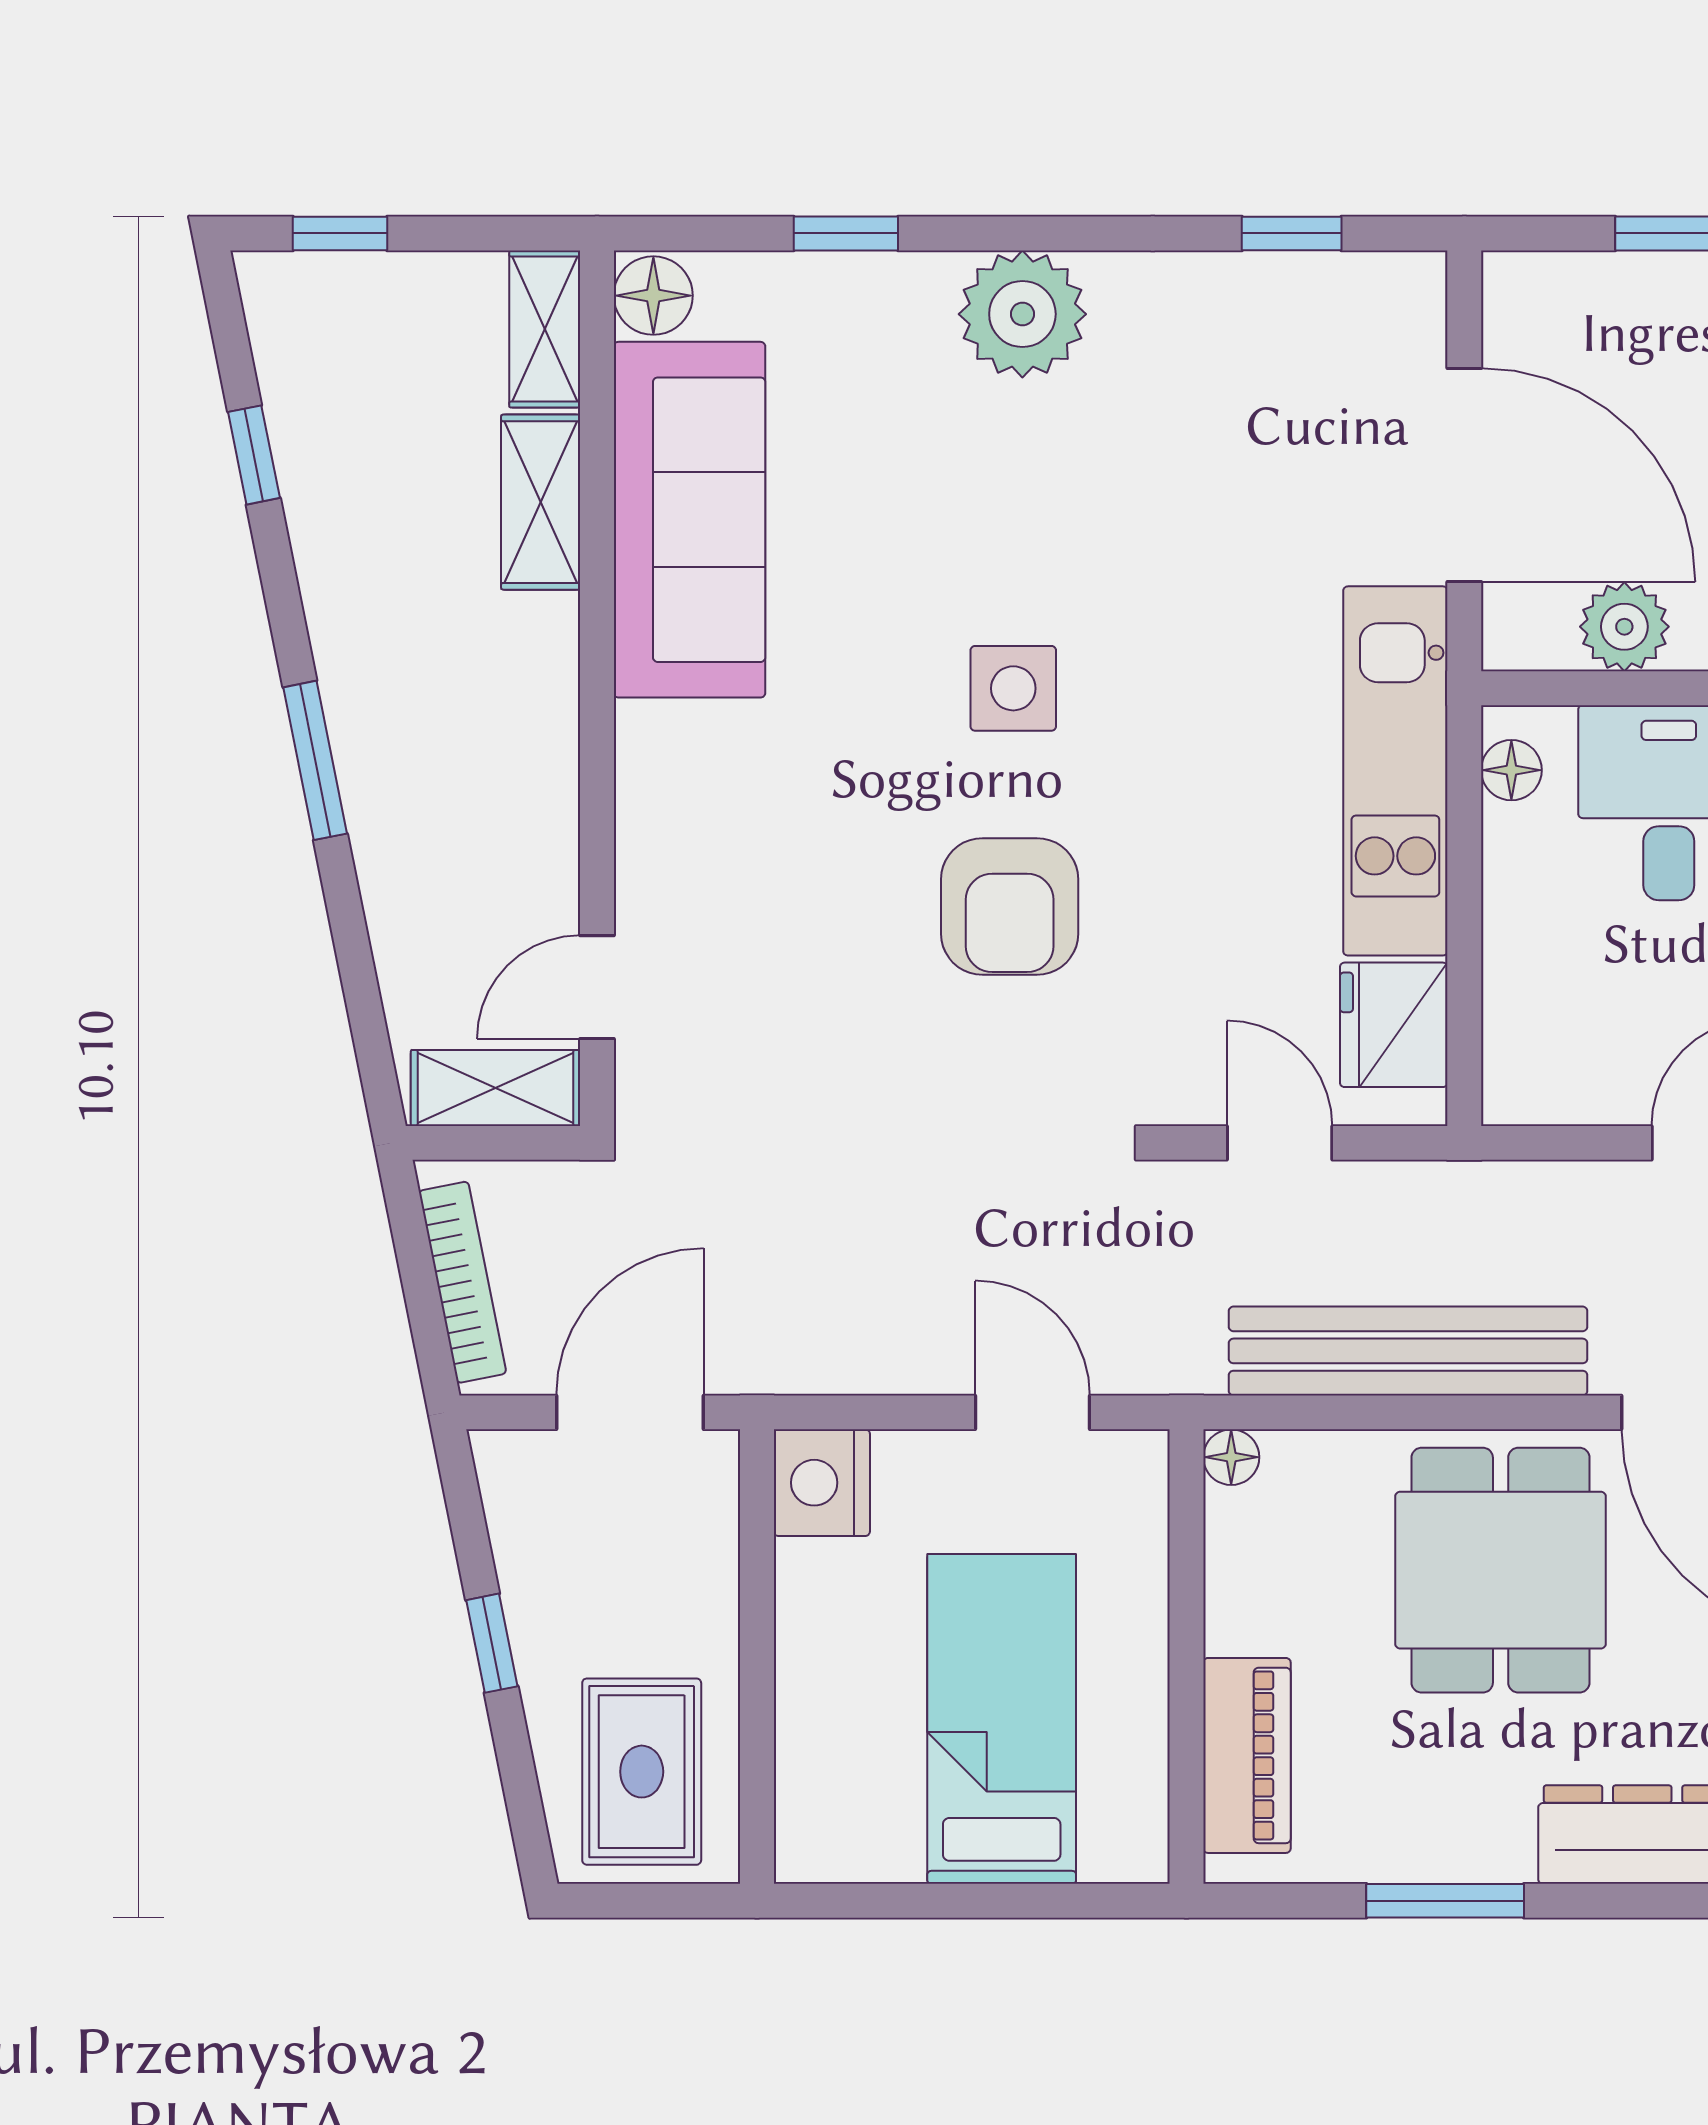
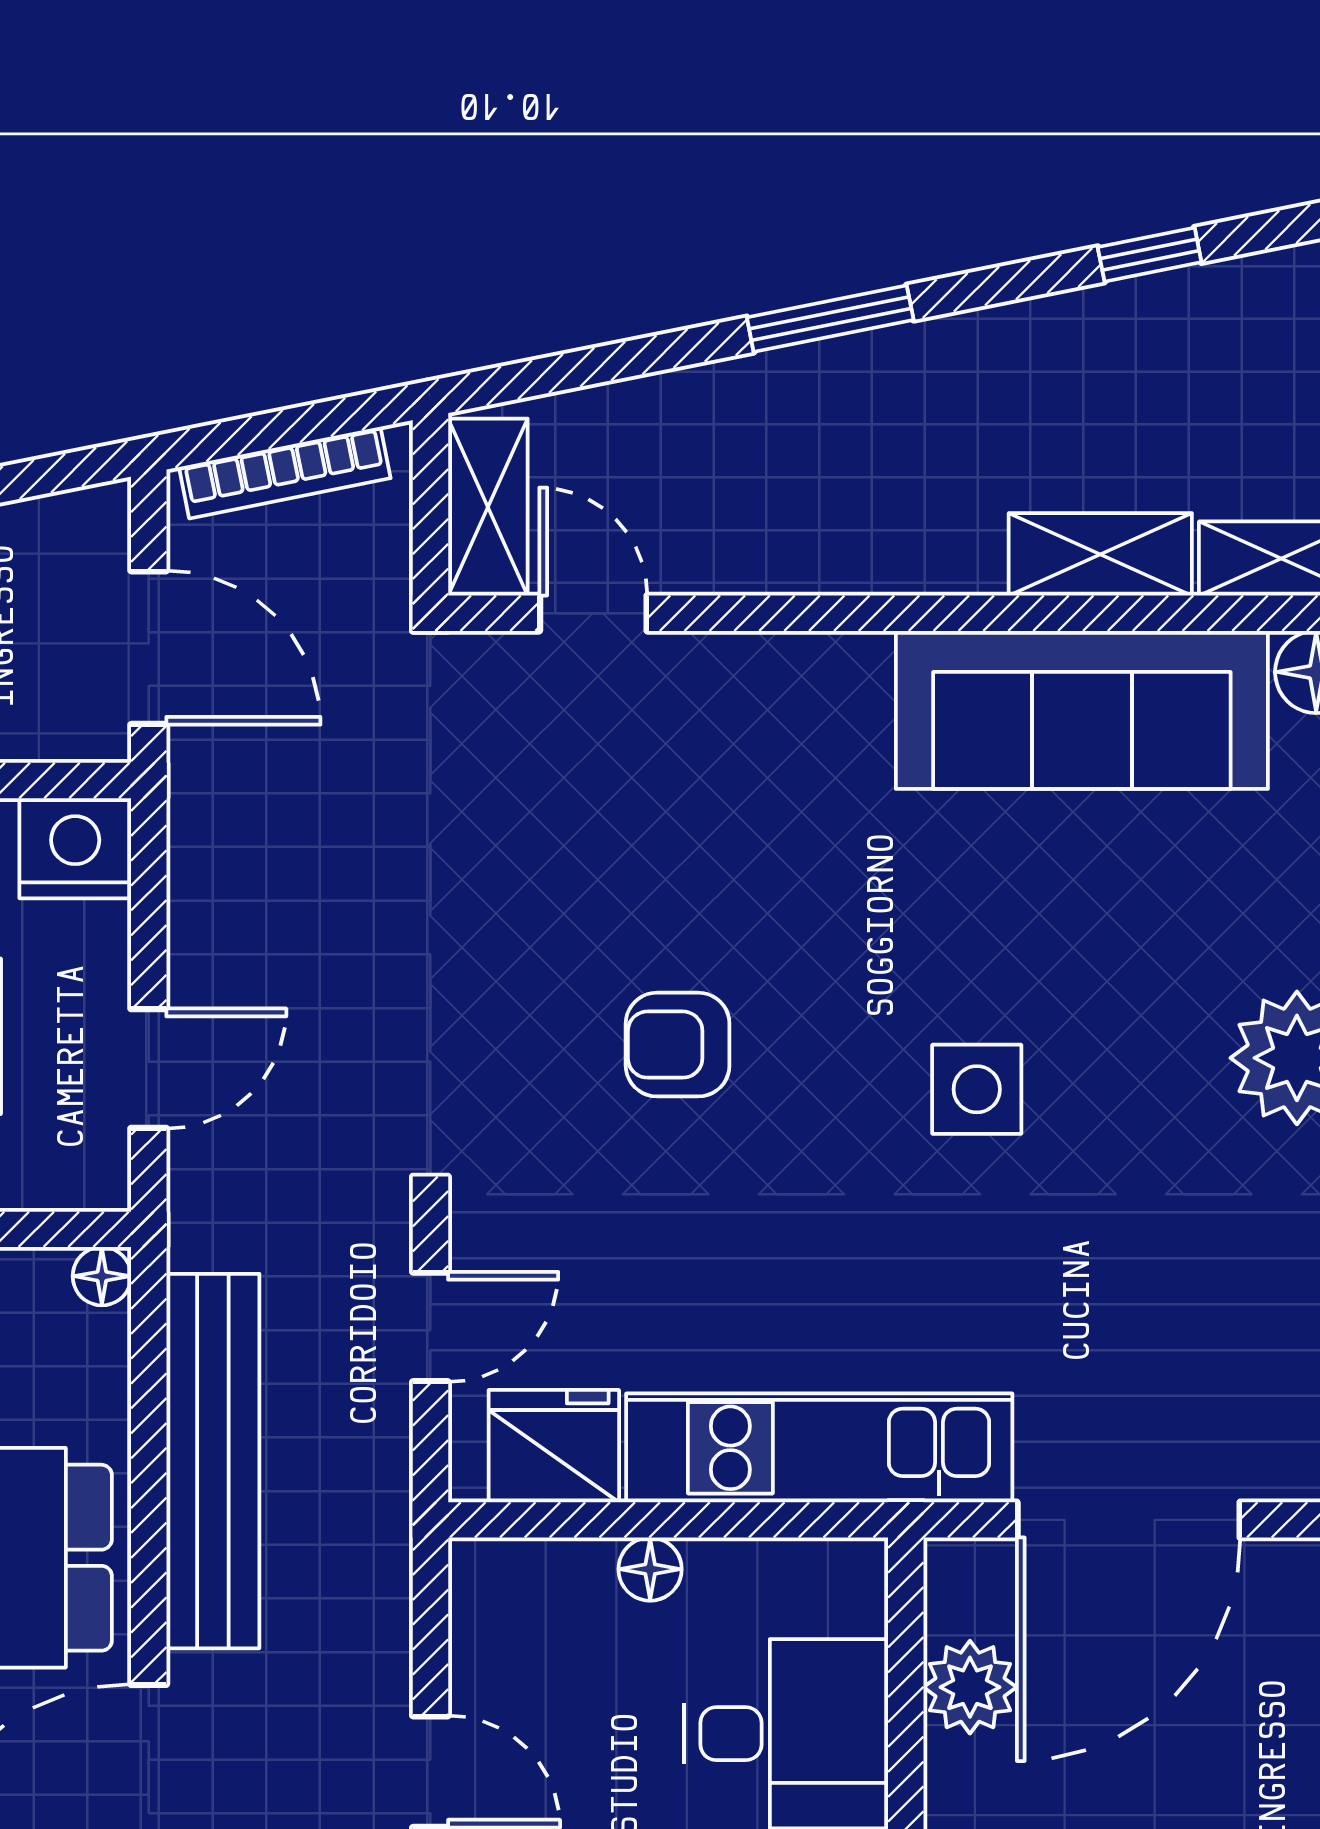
side table: (1013, 688) -> (977, 1089), moved
floor lamp: (1511, 770) -> (650, 1569), moved
armchair: (1010, 906) -> (678, 1045), width x0.72, depth x0.72

